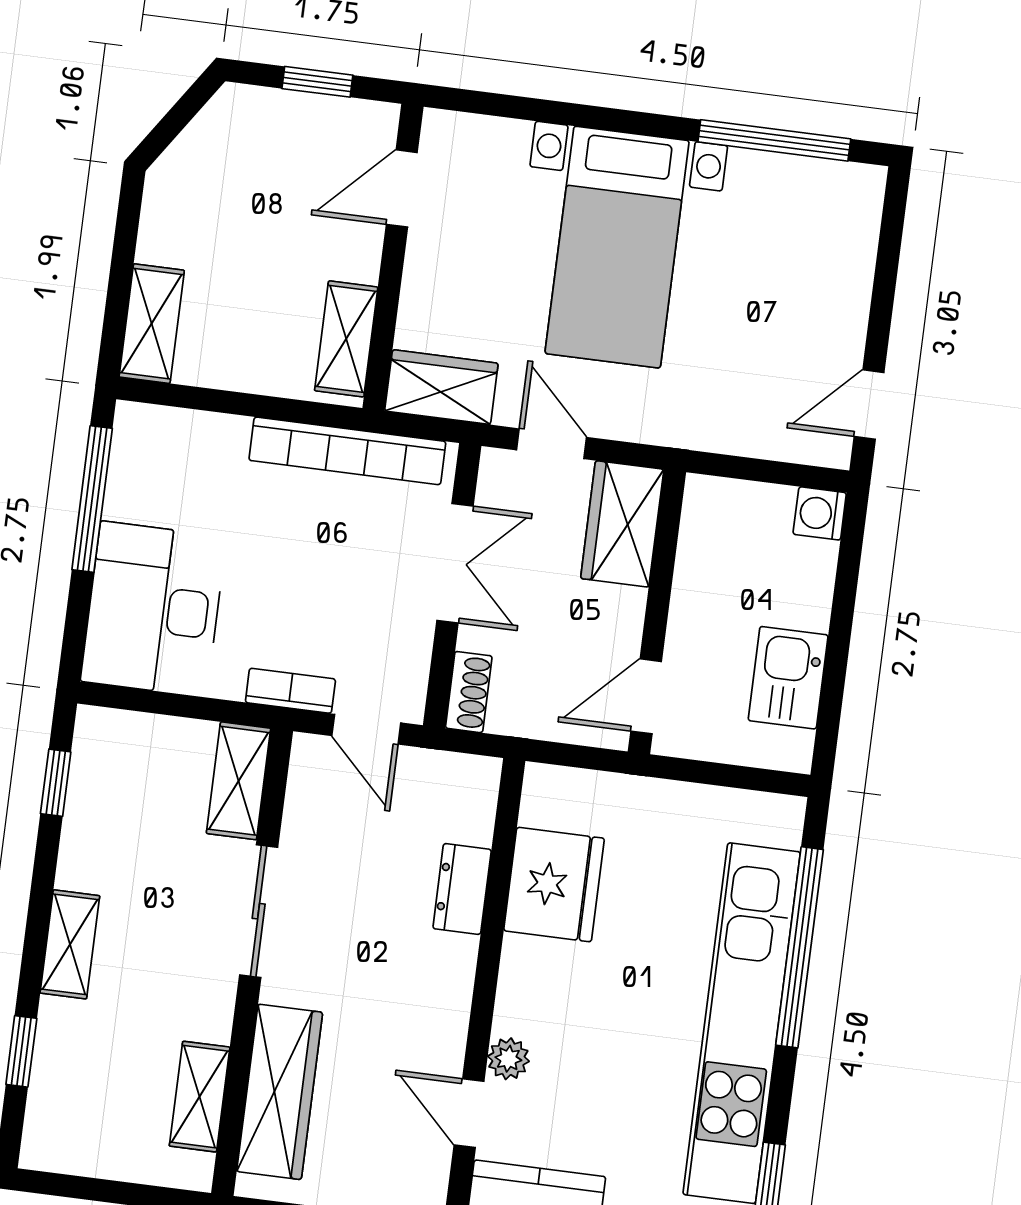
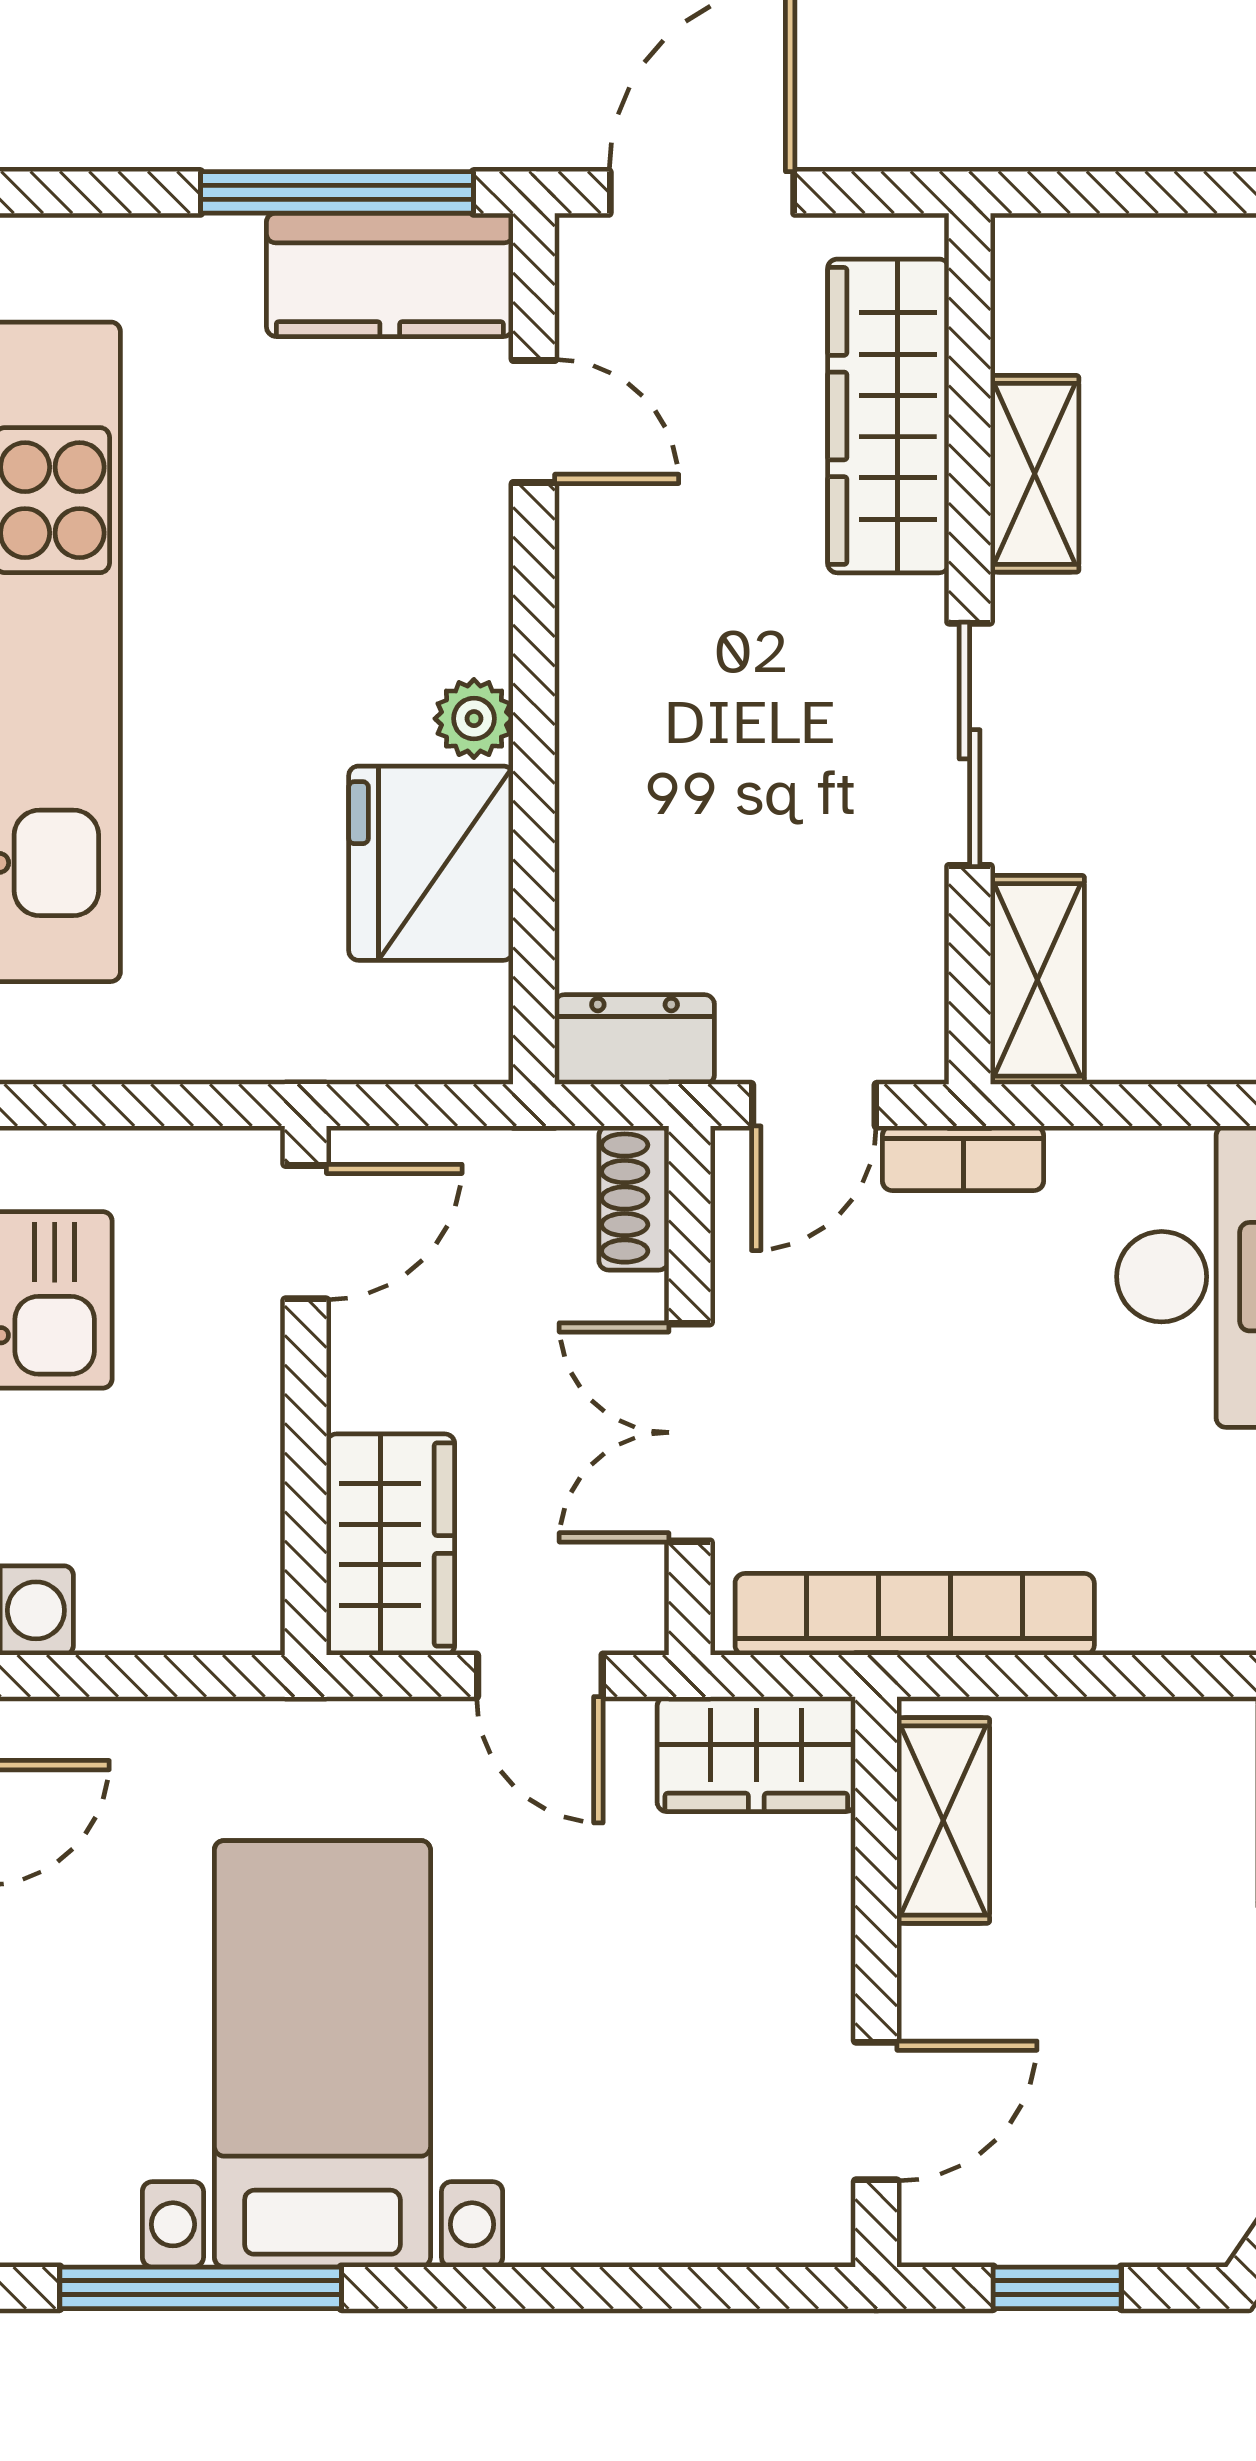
bed with nightstands: (617, 247) -> (322, 2054), moved
door: (366, 729) -> (814, 1105), swing flipped
dresser: (462, 889) -> (635, 1040), moved, turned -90
plant: (508, 1059) -> (474, 719), moved
shelving: (200, 1097) -> (1035, 474), moved

